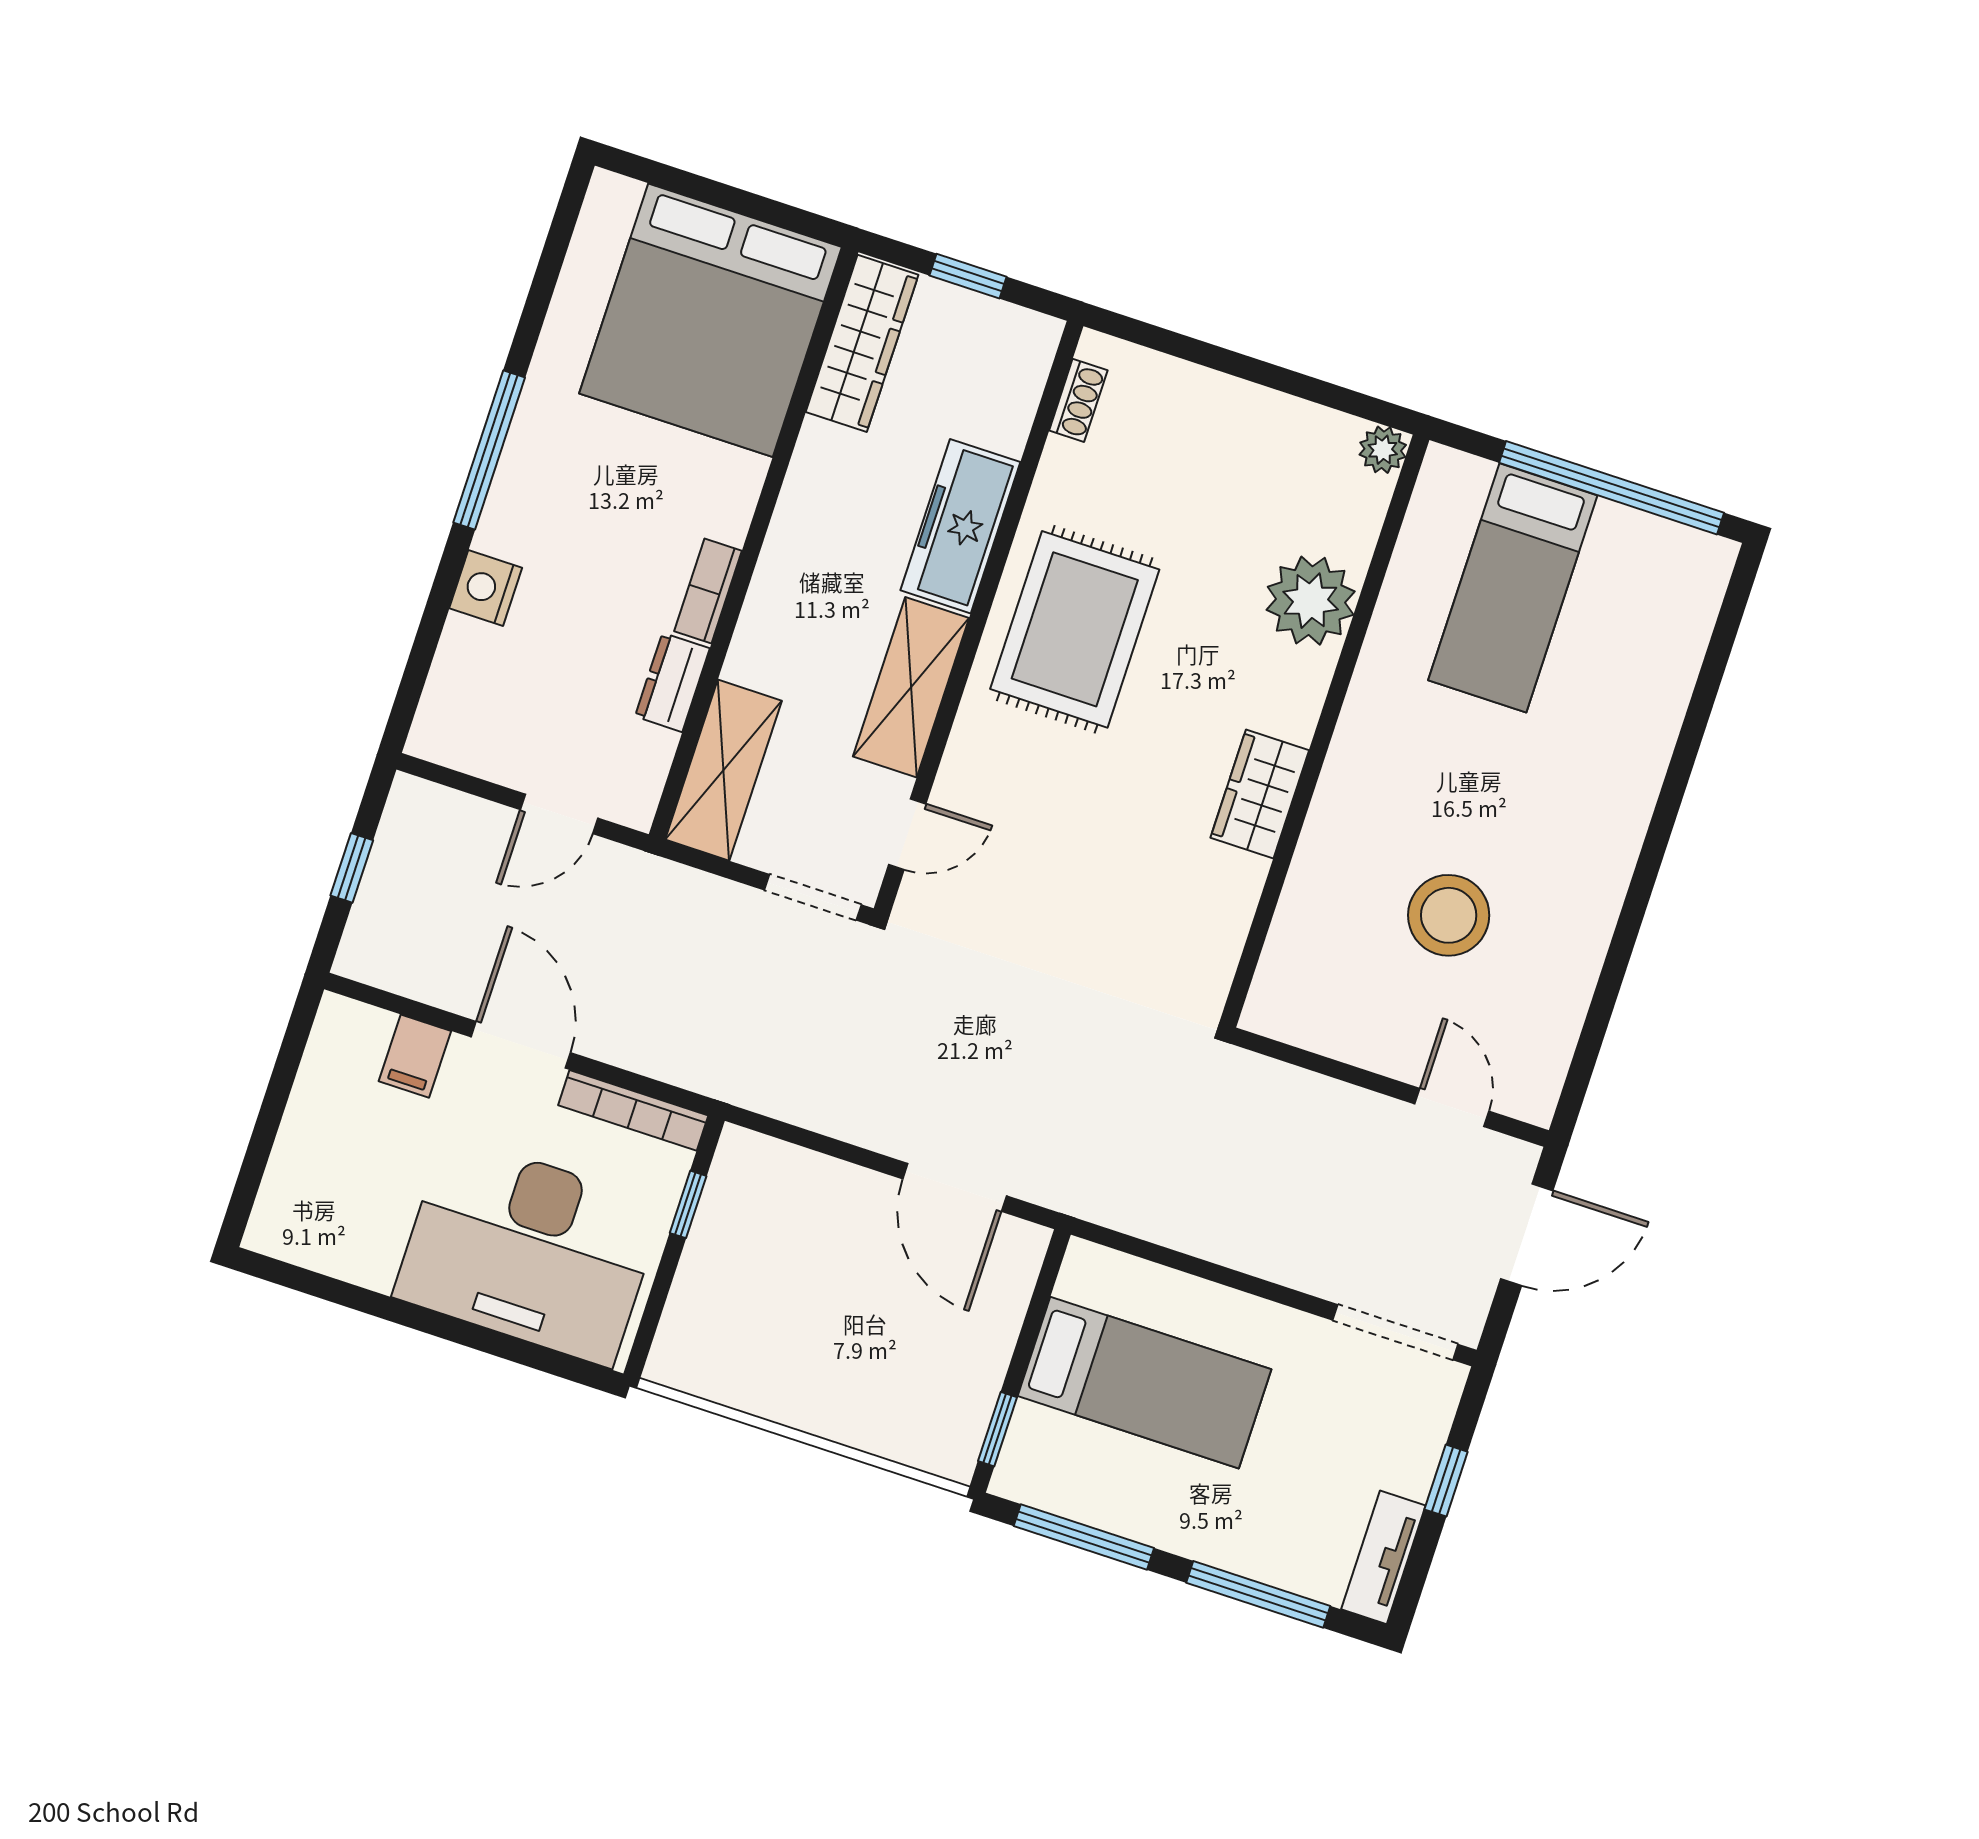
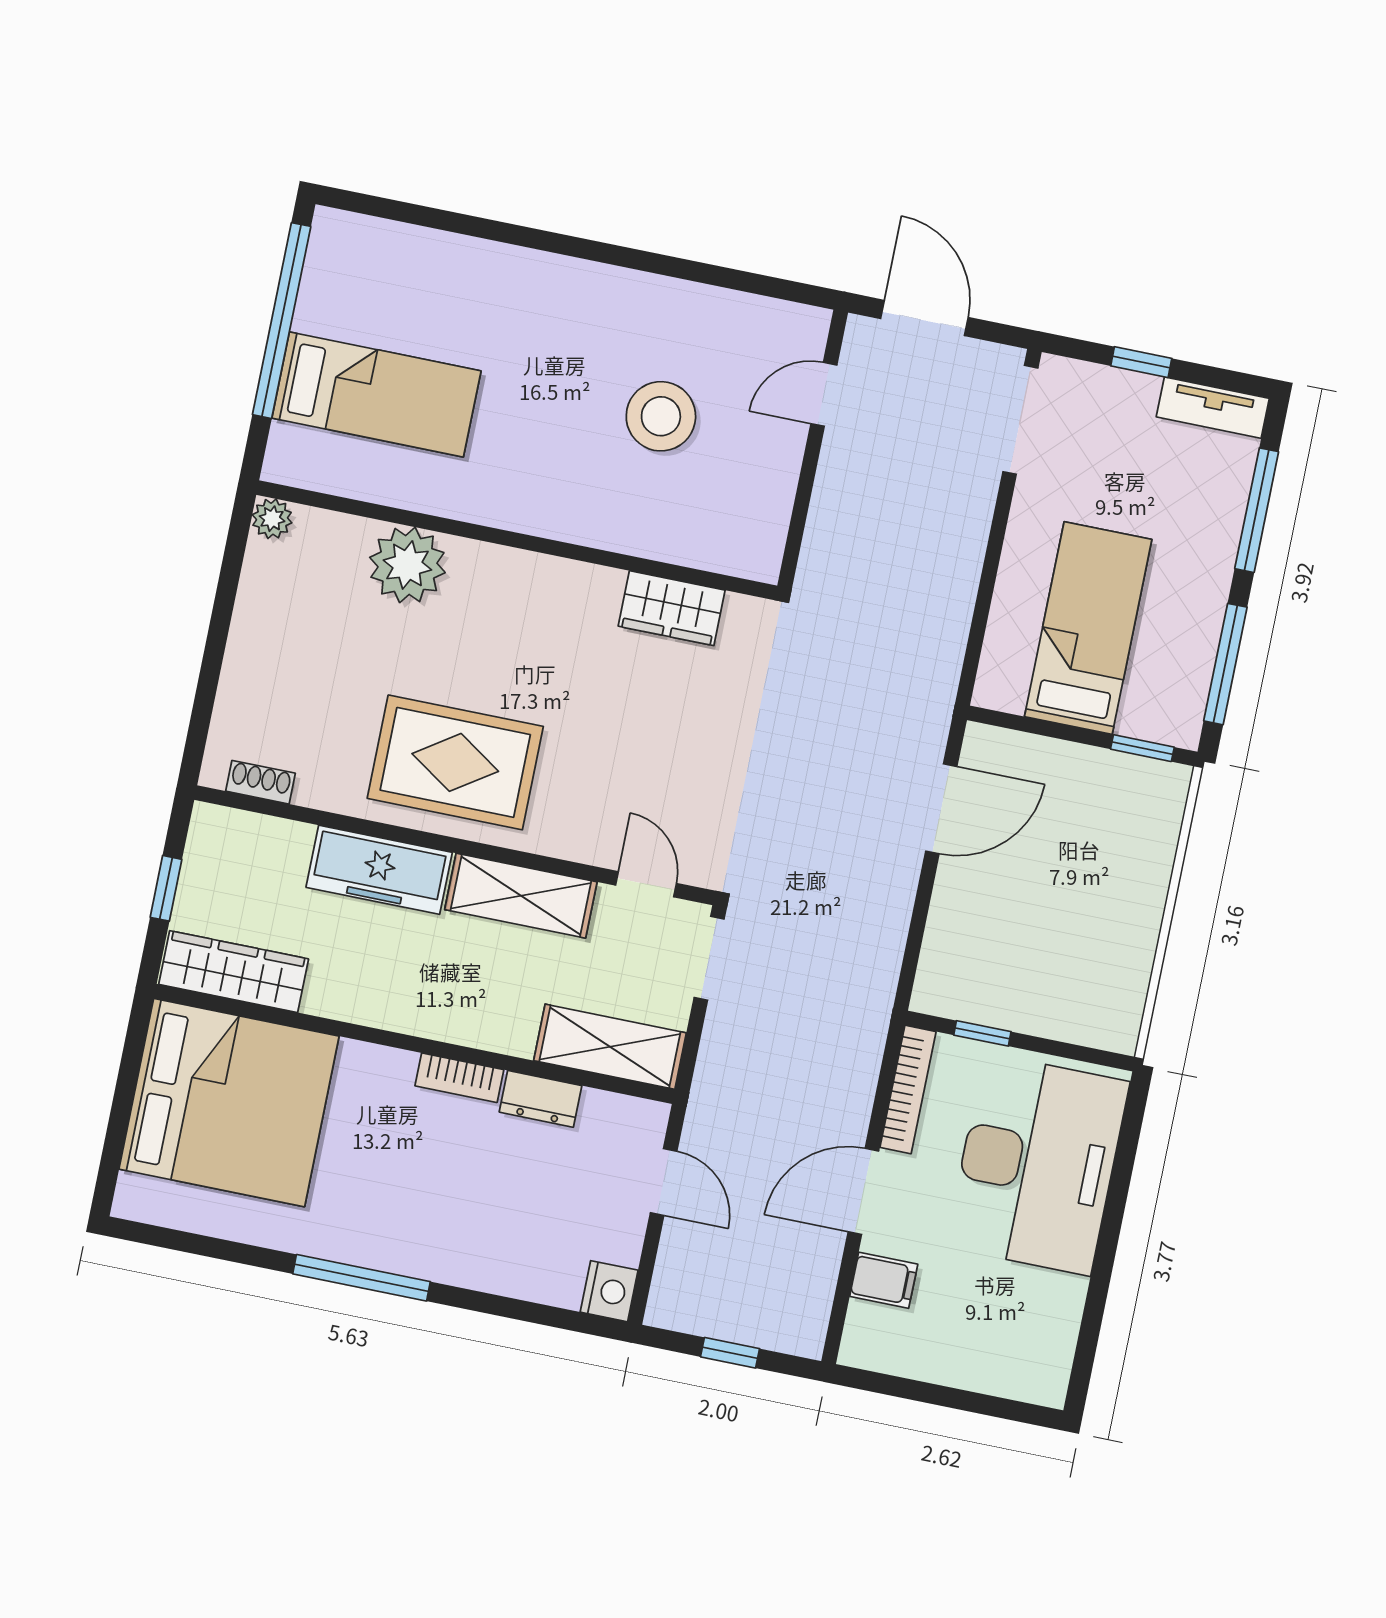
nightstand: (486, 588) -> (609, 1291), moved, turned -90
wardrobe: (1260, 794) -> (672, 608), moved

